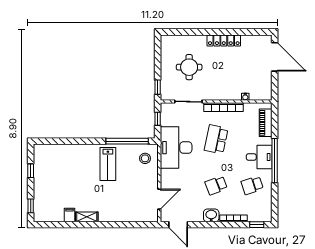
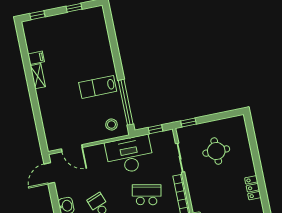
locker: (224, 40) -> (253, 188), width x0.66

